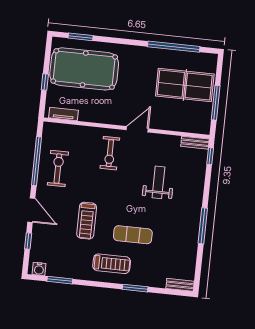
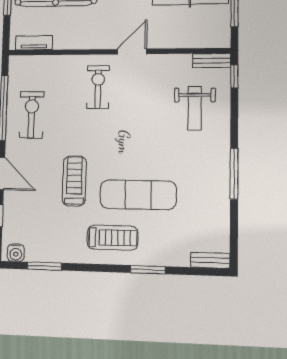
exercise bike: (110, 153) -> (98, 87), turned 180
weight bench: (158, 182) -> (195, 108), moved, turned 180
treadmill: (87, 221) -> (74, 181), turned 180
exercise mat: (133, 235) -> (138, 195), width x1.36, depth x1.45

